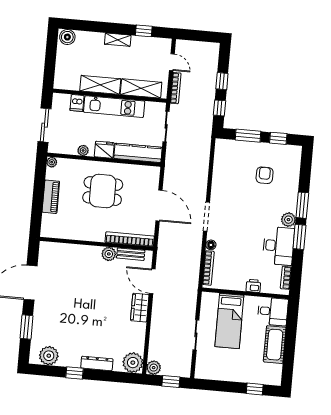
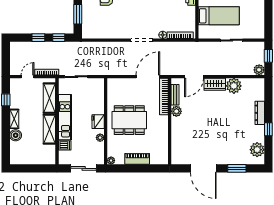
boiler: (67, 37) -> (16, 135), moved
kitchen counter: (138, 153) -> (98, 96), removed
dining table: (103, 191) -> (129, 120), width x1.38
door: (159, 206) -> (148, 77), moved
plant: (133, 363) -> (234, 86), moved

